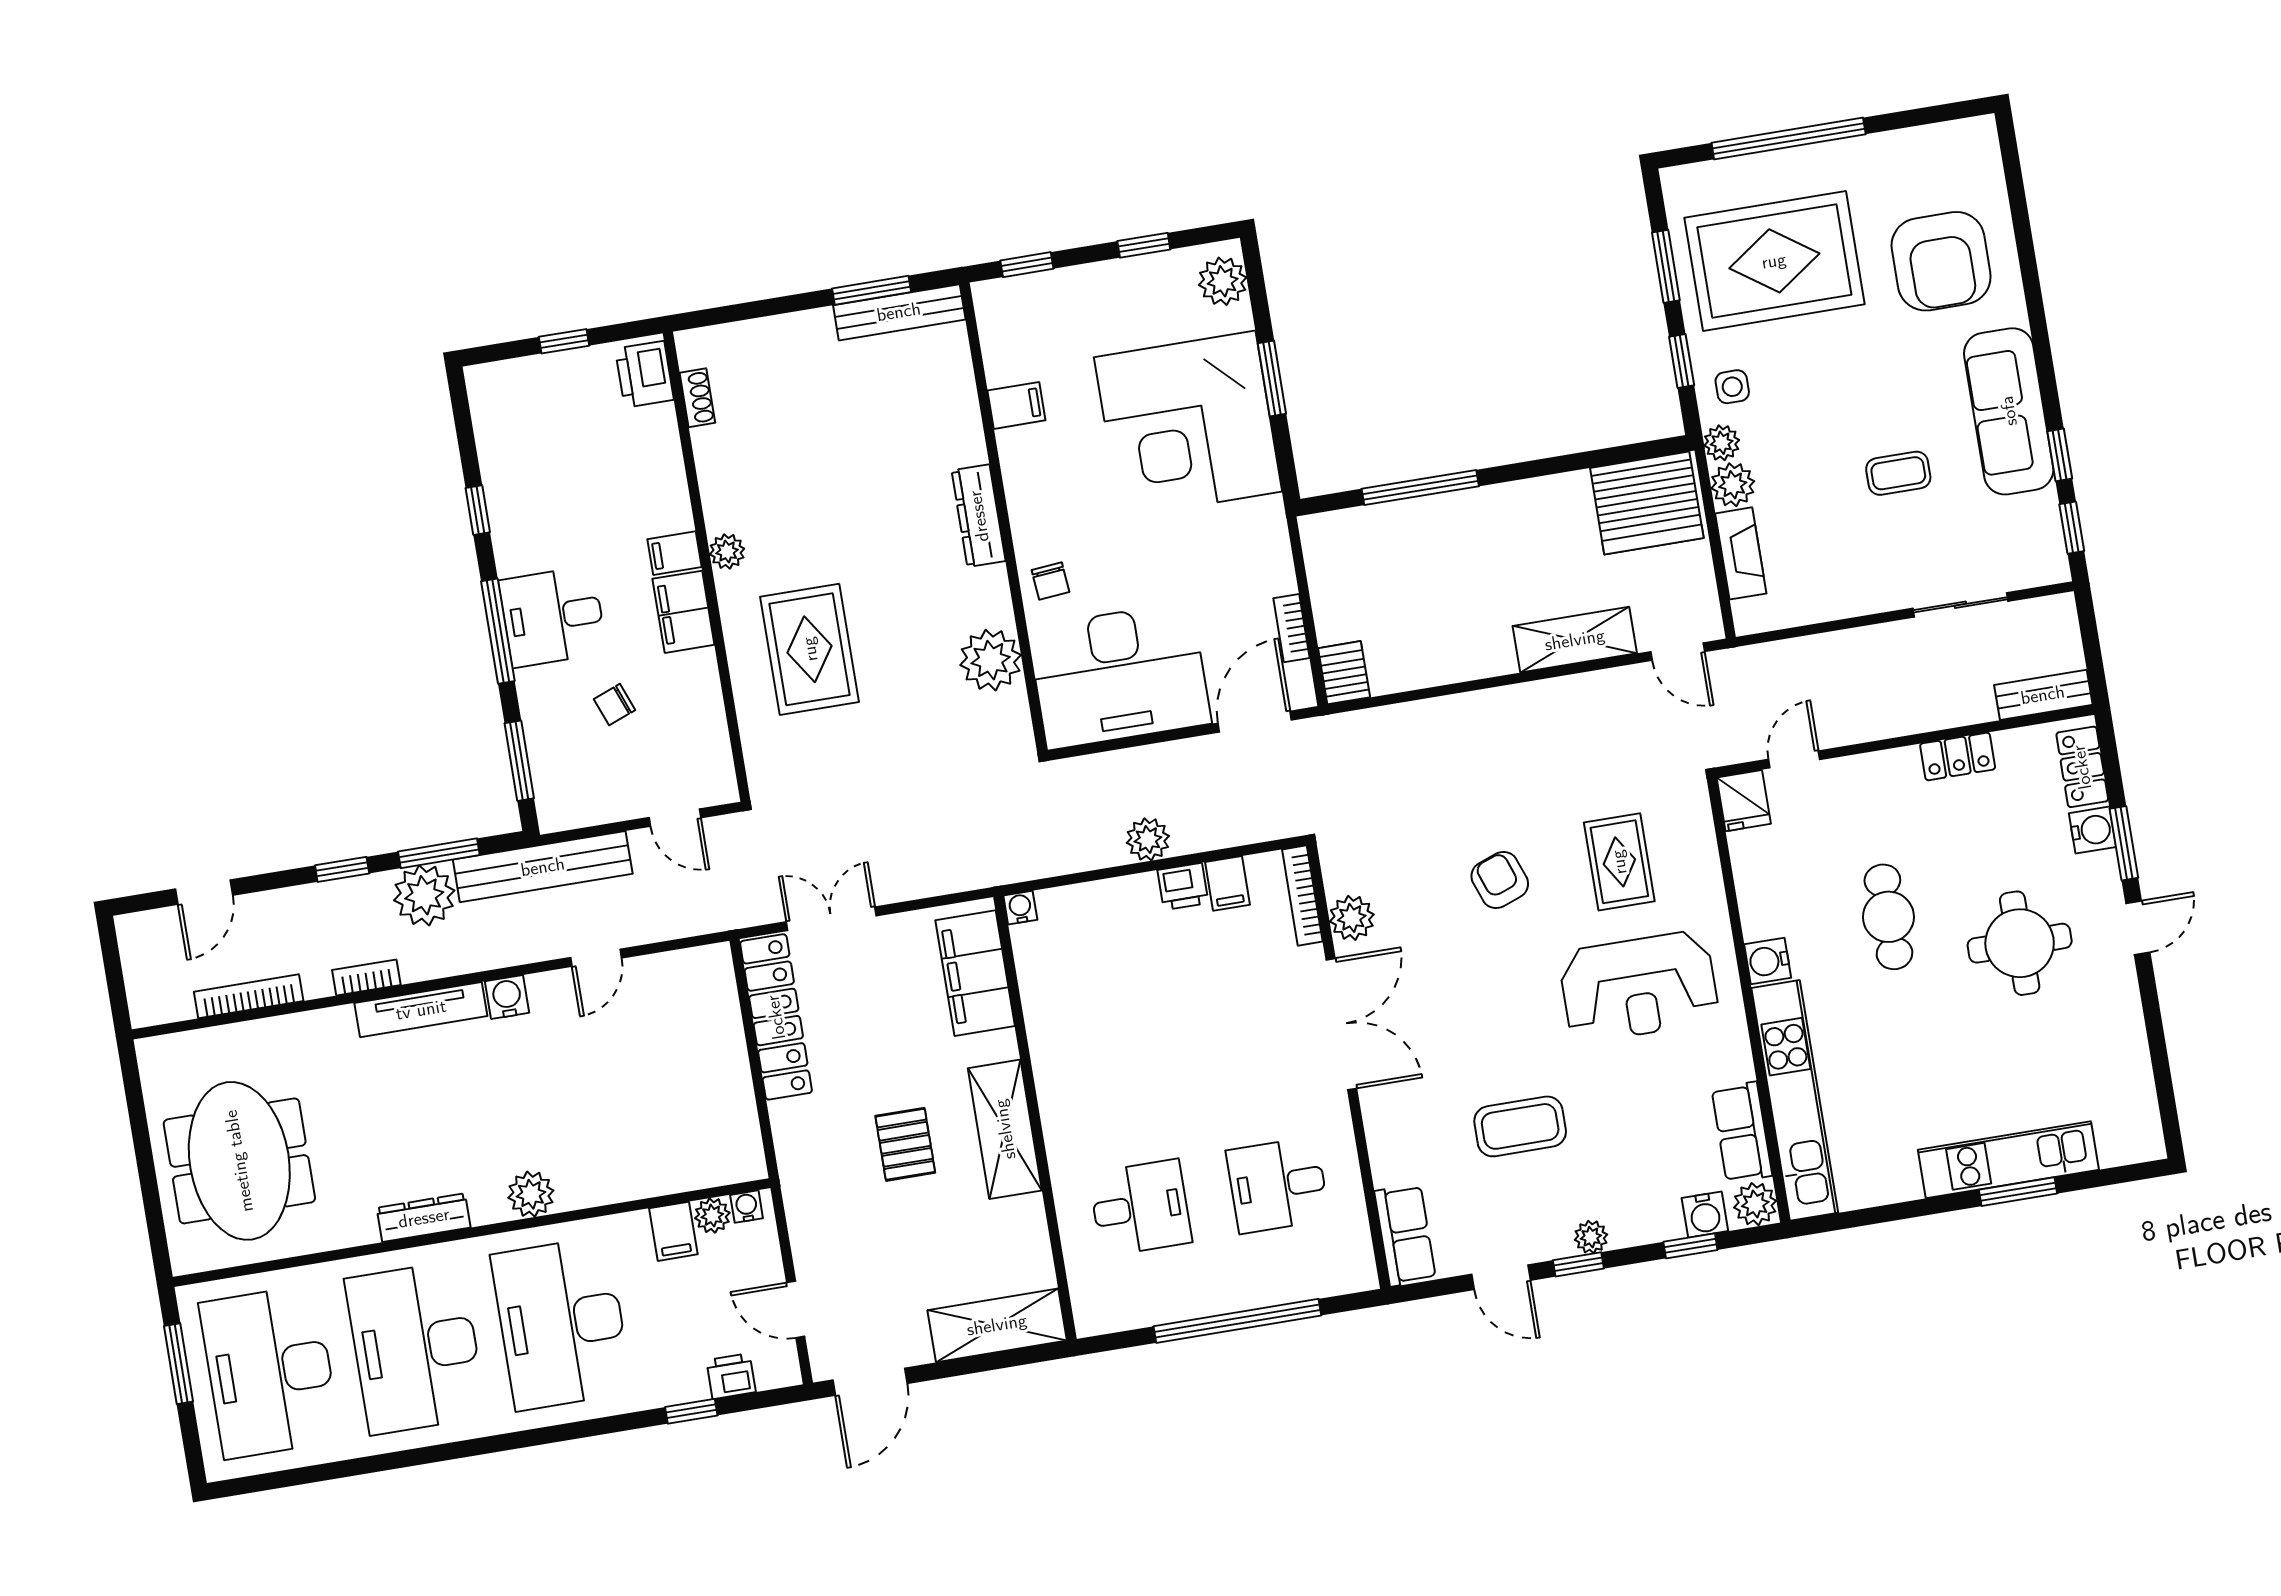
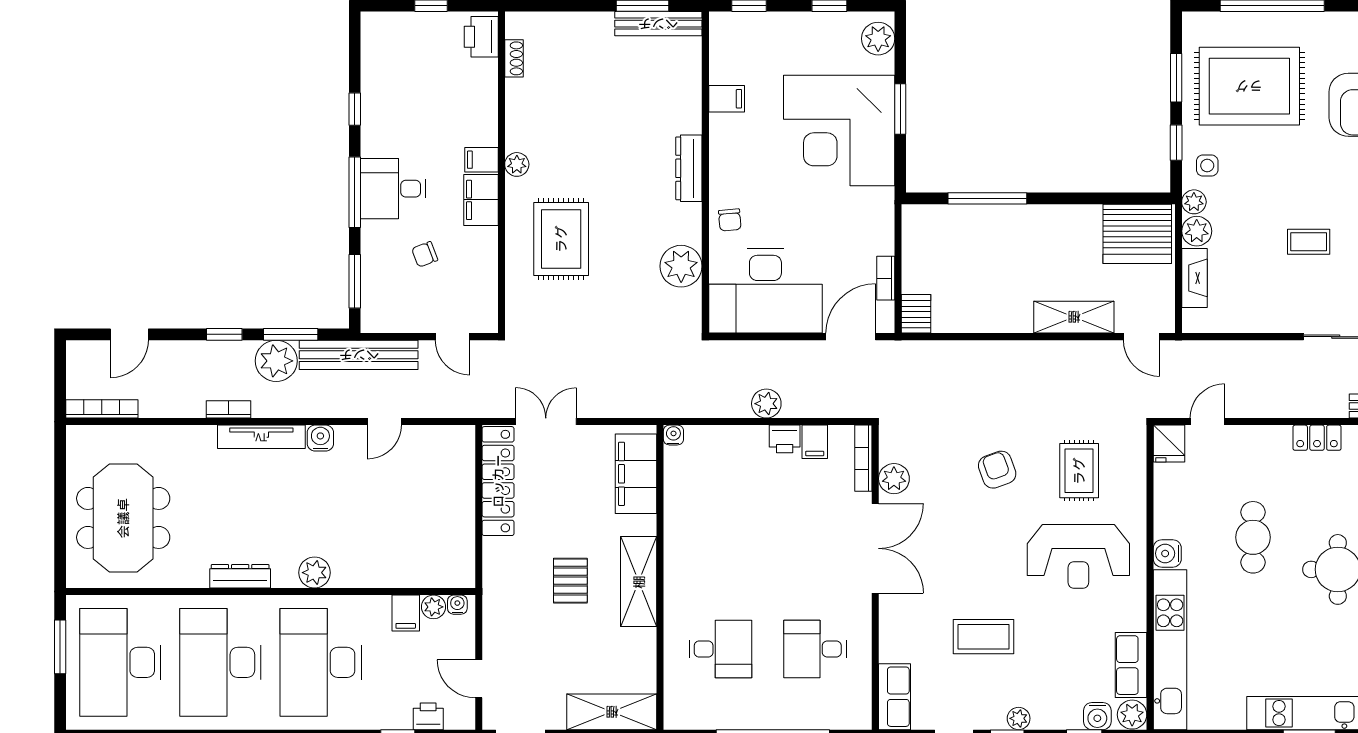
bookcase: (249, 996) -> (102, 409), moved

